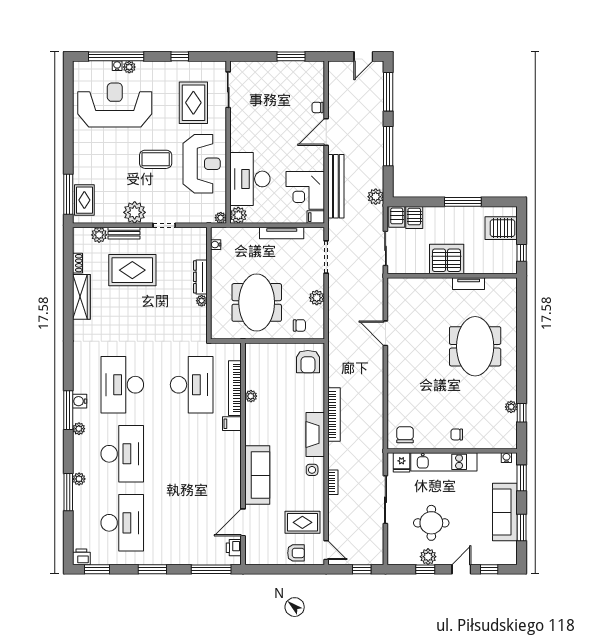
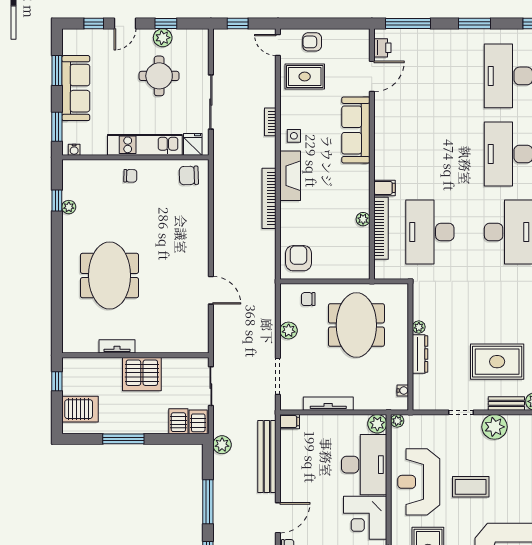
corner desk: (305, 190) -> (365, 518), moved, turned 180
chair: (405, 435) -> (189, 175), turned 88

